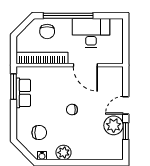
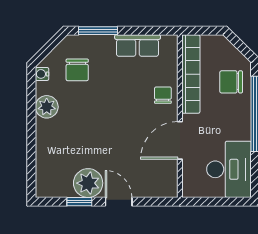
desk: (91, 33) -> (229, 169), moved
window: (14, 87) -> (98, 31), moved
chair: (72, 110) -> (163, 95), moved

